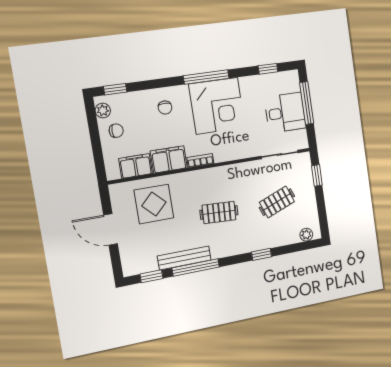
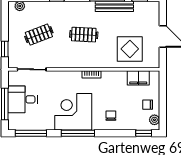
window: (268, 69) -> (31, 133), width x2.17
filing cabinet: (169, 160) -> (114, 79), removed

